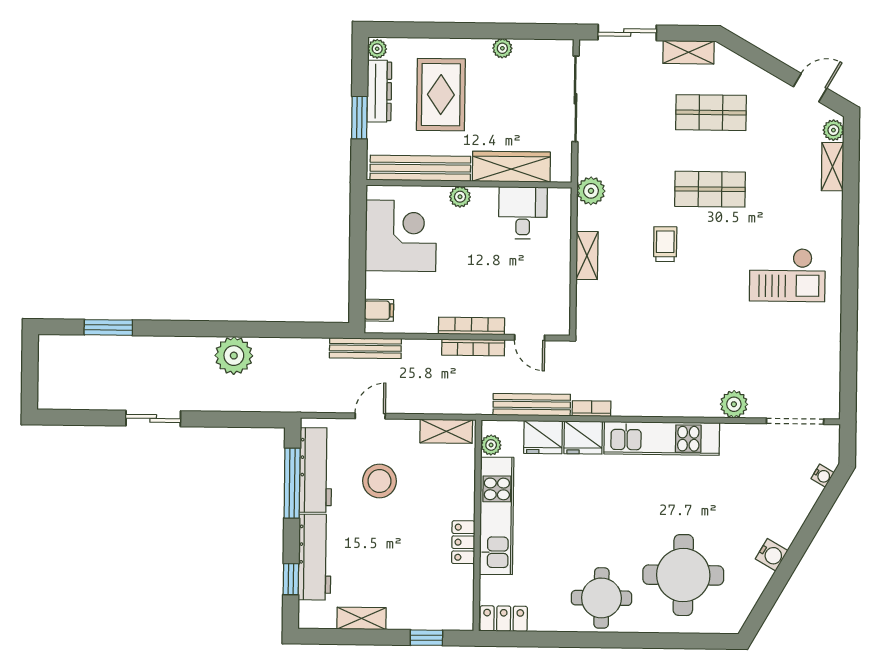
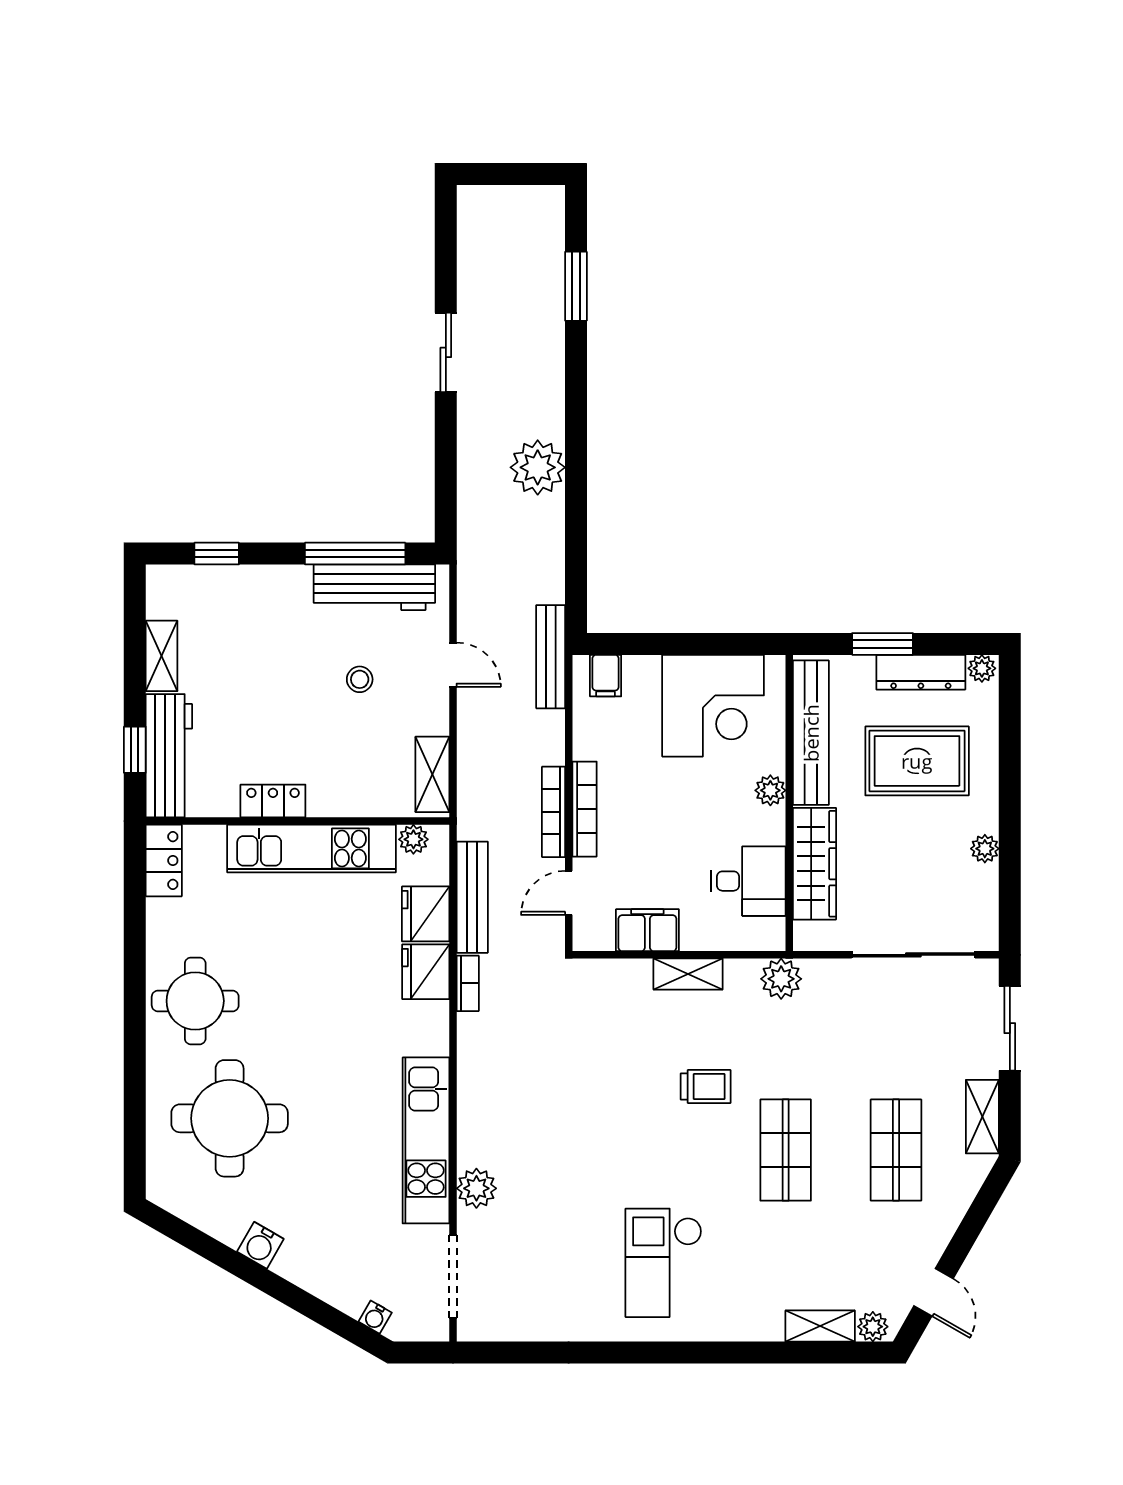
filing cabinet: (556, 283) -> (647, 930), added
kitchen unit: (662, 438) -> (426, 1140), moved
stool: (379, 481) -> (360, 679), width x0.53, depth x0.53
workbench: (315, 557) -> (169, 756), moved, turned -90

